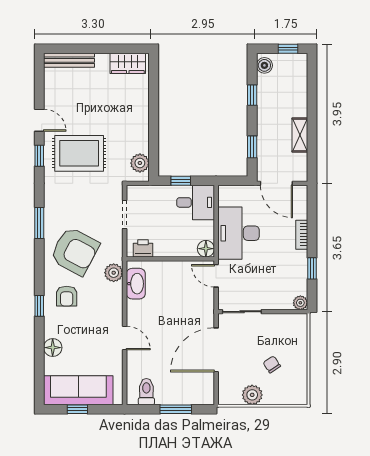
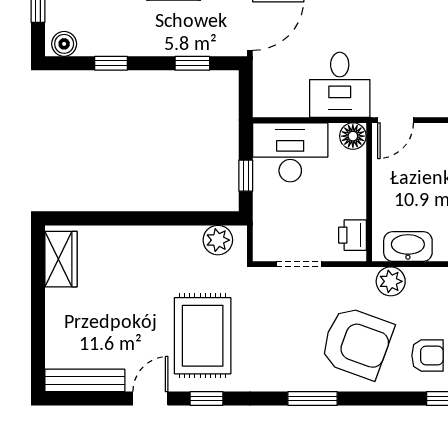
bench: (69, 60) -> (85, 380), moved, turned 90
desk: (196, 202) -> (290, 152), width x1.37
desk: (238, 233) -> (340, 85), width x0.73
armchair: (75, 251) -> (357, 343), turned 82

